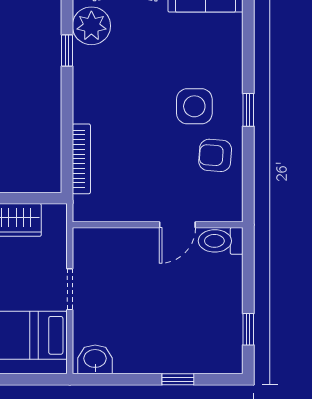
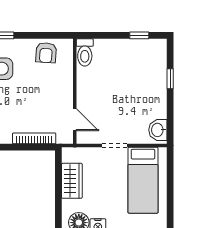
armchair: (215, 155) -> (46, 53), moved
door: (177, 225) -> (75, 120), moved

